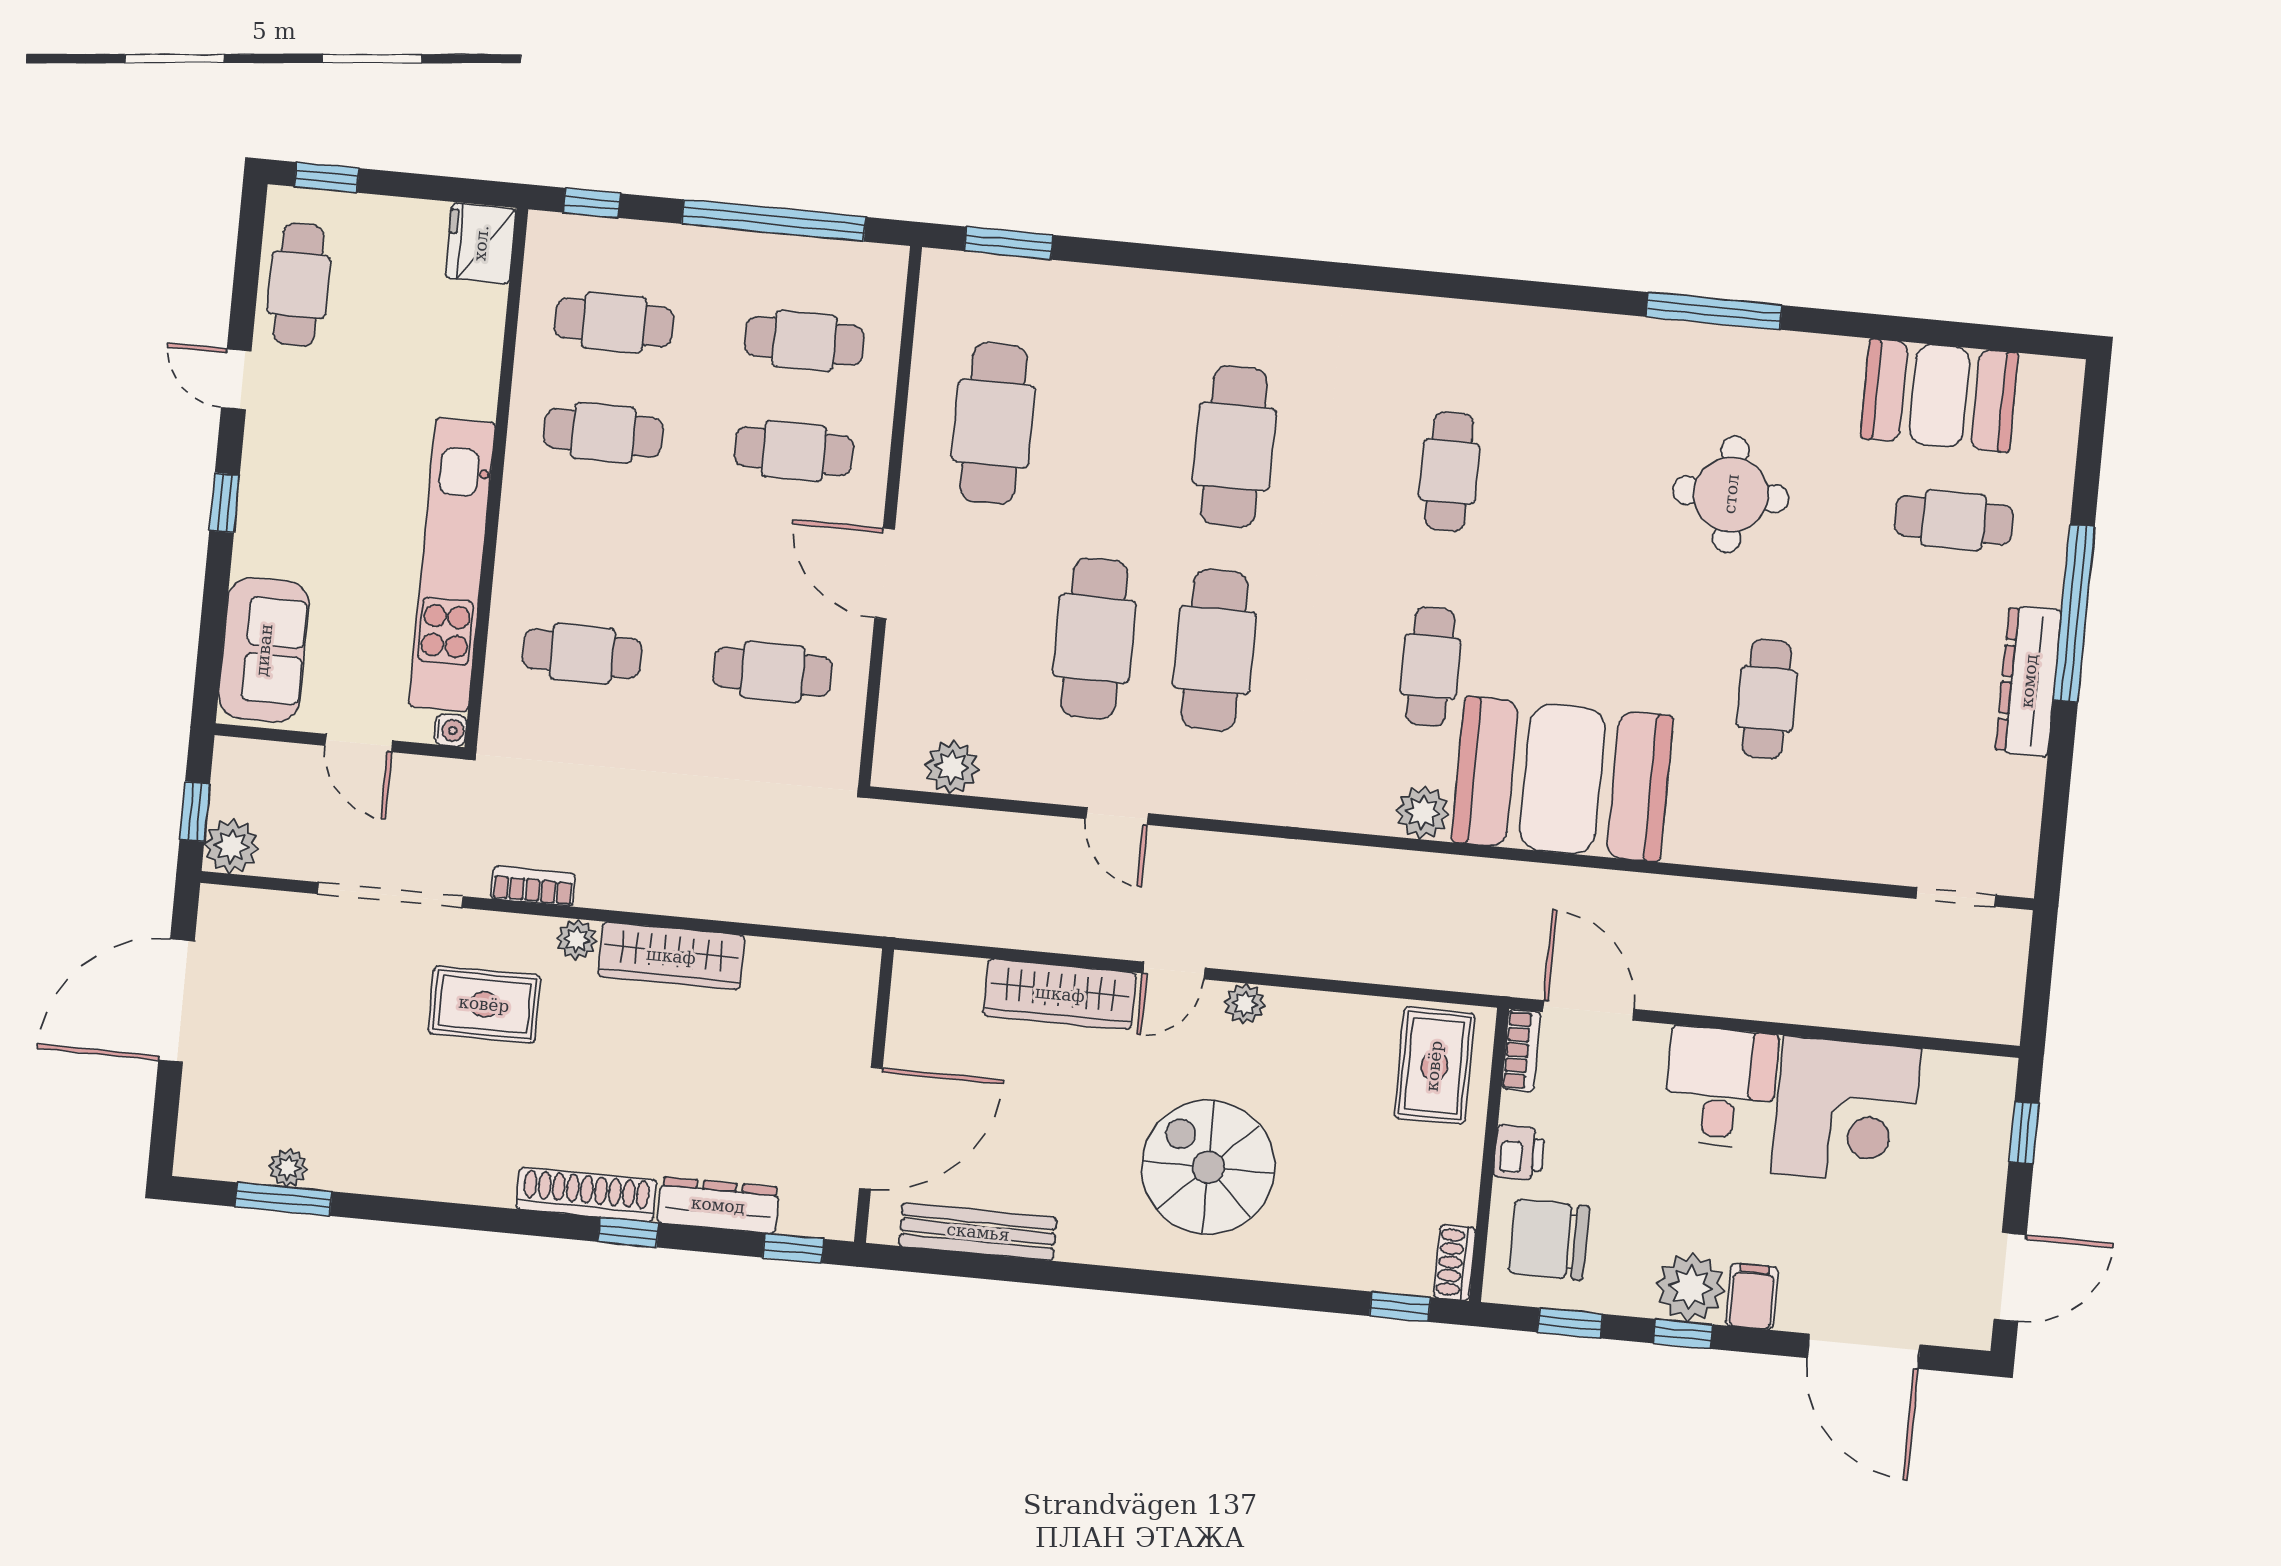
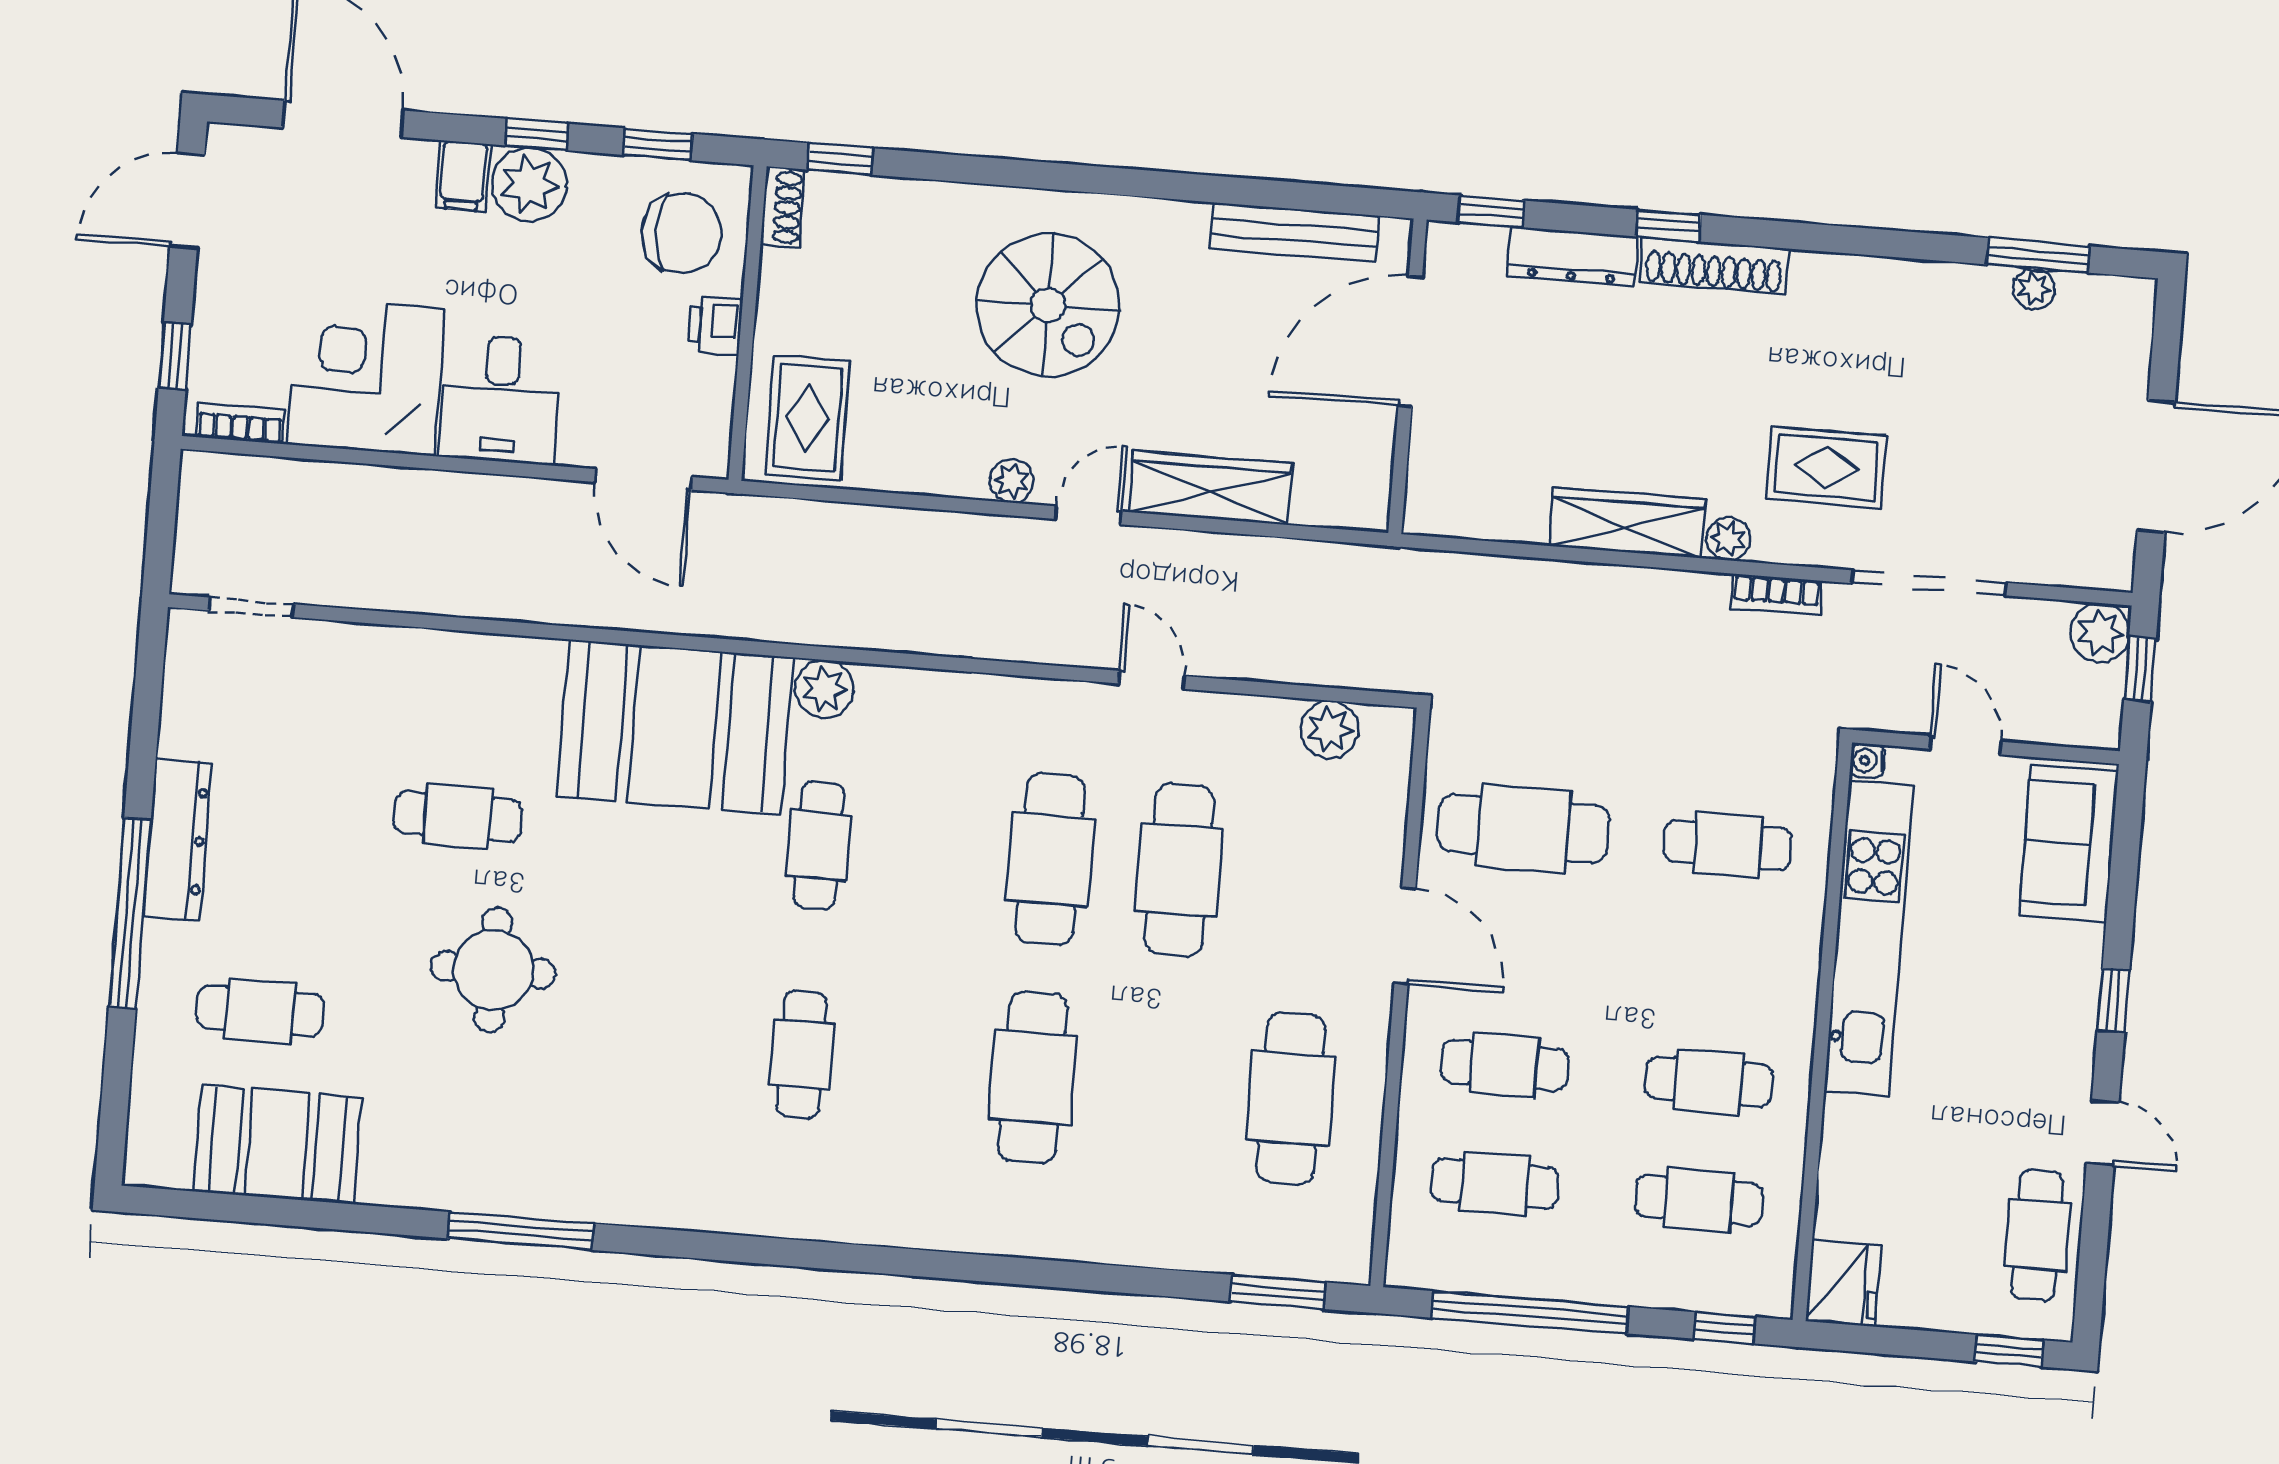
round table: (1731, 494) -> (493, 970), moved
cafe table: (773, 672) -> (1523, 828), width x1.37, depth x1.35
cafe table: (1767, 699) -> (458, 816), turned 90
bookcase: (1521, 1050) -> (240, 423), moved, turned 90

